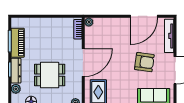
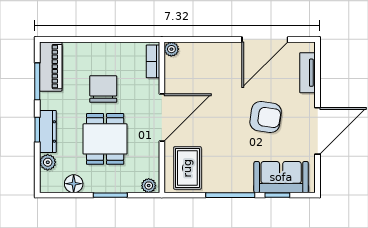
tv unit: (169, 36) -> (307, 73), width x0.71
piano: (18, 43) -> (51, 67), moved
chair: (49, 46) -> (103, 89), added
dining table: (50, 75) -> (105, 139), turned 90

